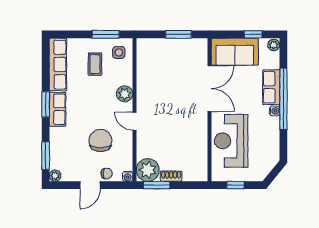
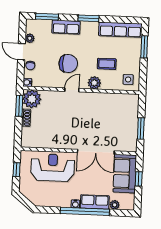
window: (106, 34) -> (144, 47), moved
window: (253, 34) -> (139, 179), moved
plant: (274, 45) -> (115, 205), moved
coffee table: (95, 64) -> (107, 64), moved
row of seats: (58, 109) -> (66, 27), moved
chair: (100, 141) -> (68, 64), moved
plant: (55, 176) -> (30, 38), moved

